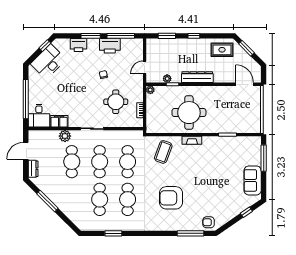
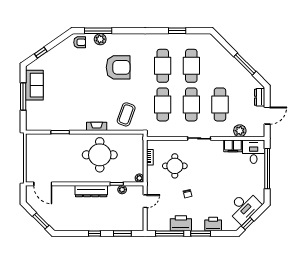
rug: (222, 50) -> (66, 219), removed
plant: (65, 136) -> (240, 131), moved
window: (264, 158) -> (23, 97), moved
plant: (189, 225) -> (100, 39), added

